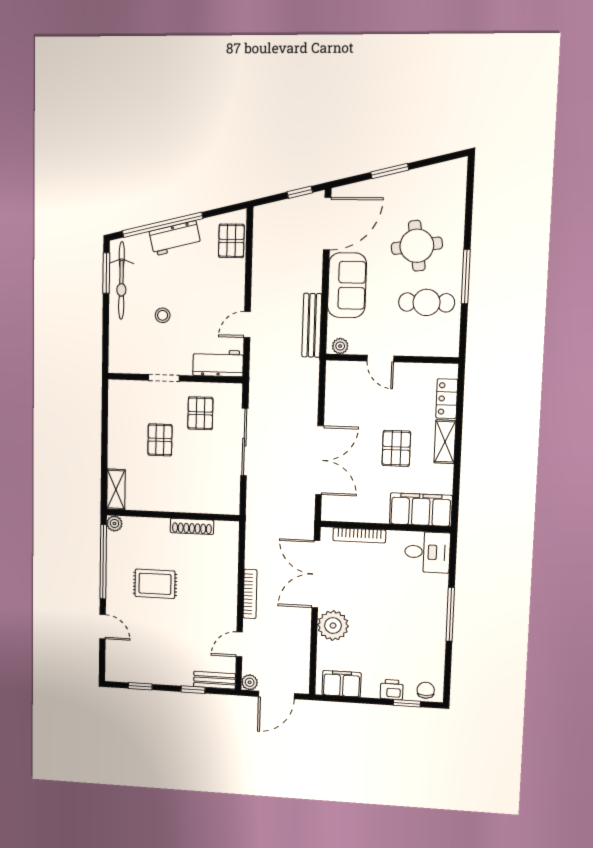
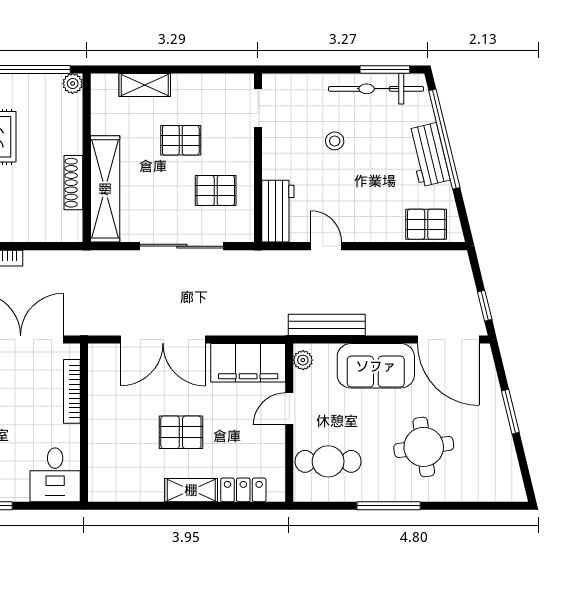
cafe table: (427, 302) -> (328, 461), moved, turned 90
doorway: (164, 378) -> (258, 108), moved
shelving: (116, 489) -> (145, 85), moved
shelving: (197, 502) -> (105, 189), added
filing cabinet: (421, 510) -> (248, 363), moved, turned 90

